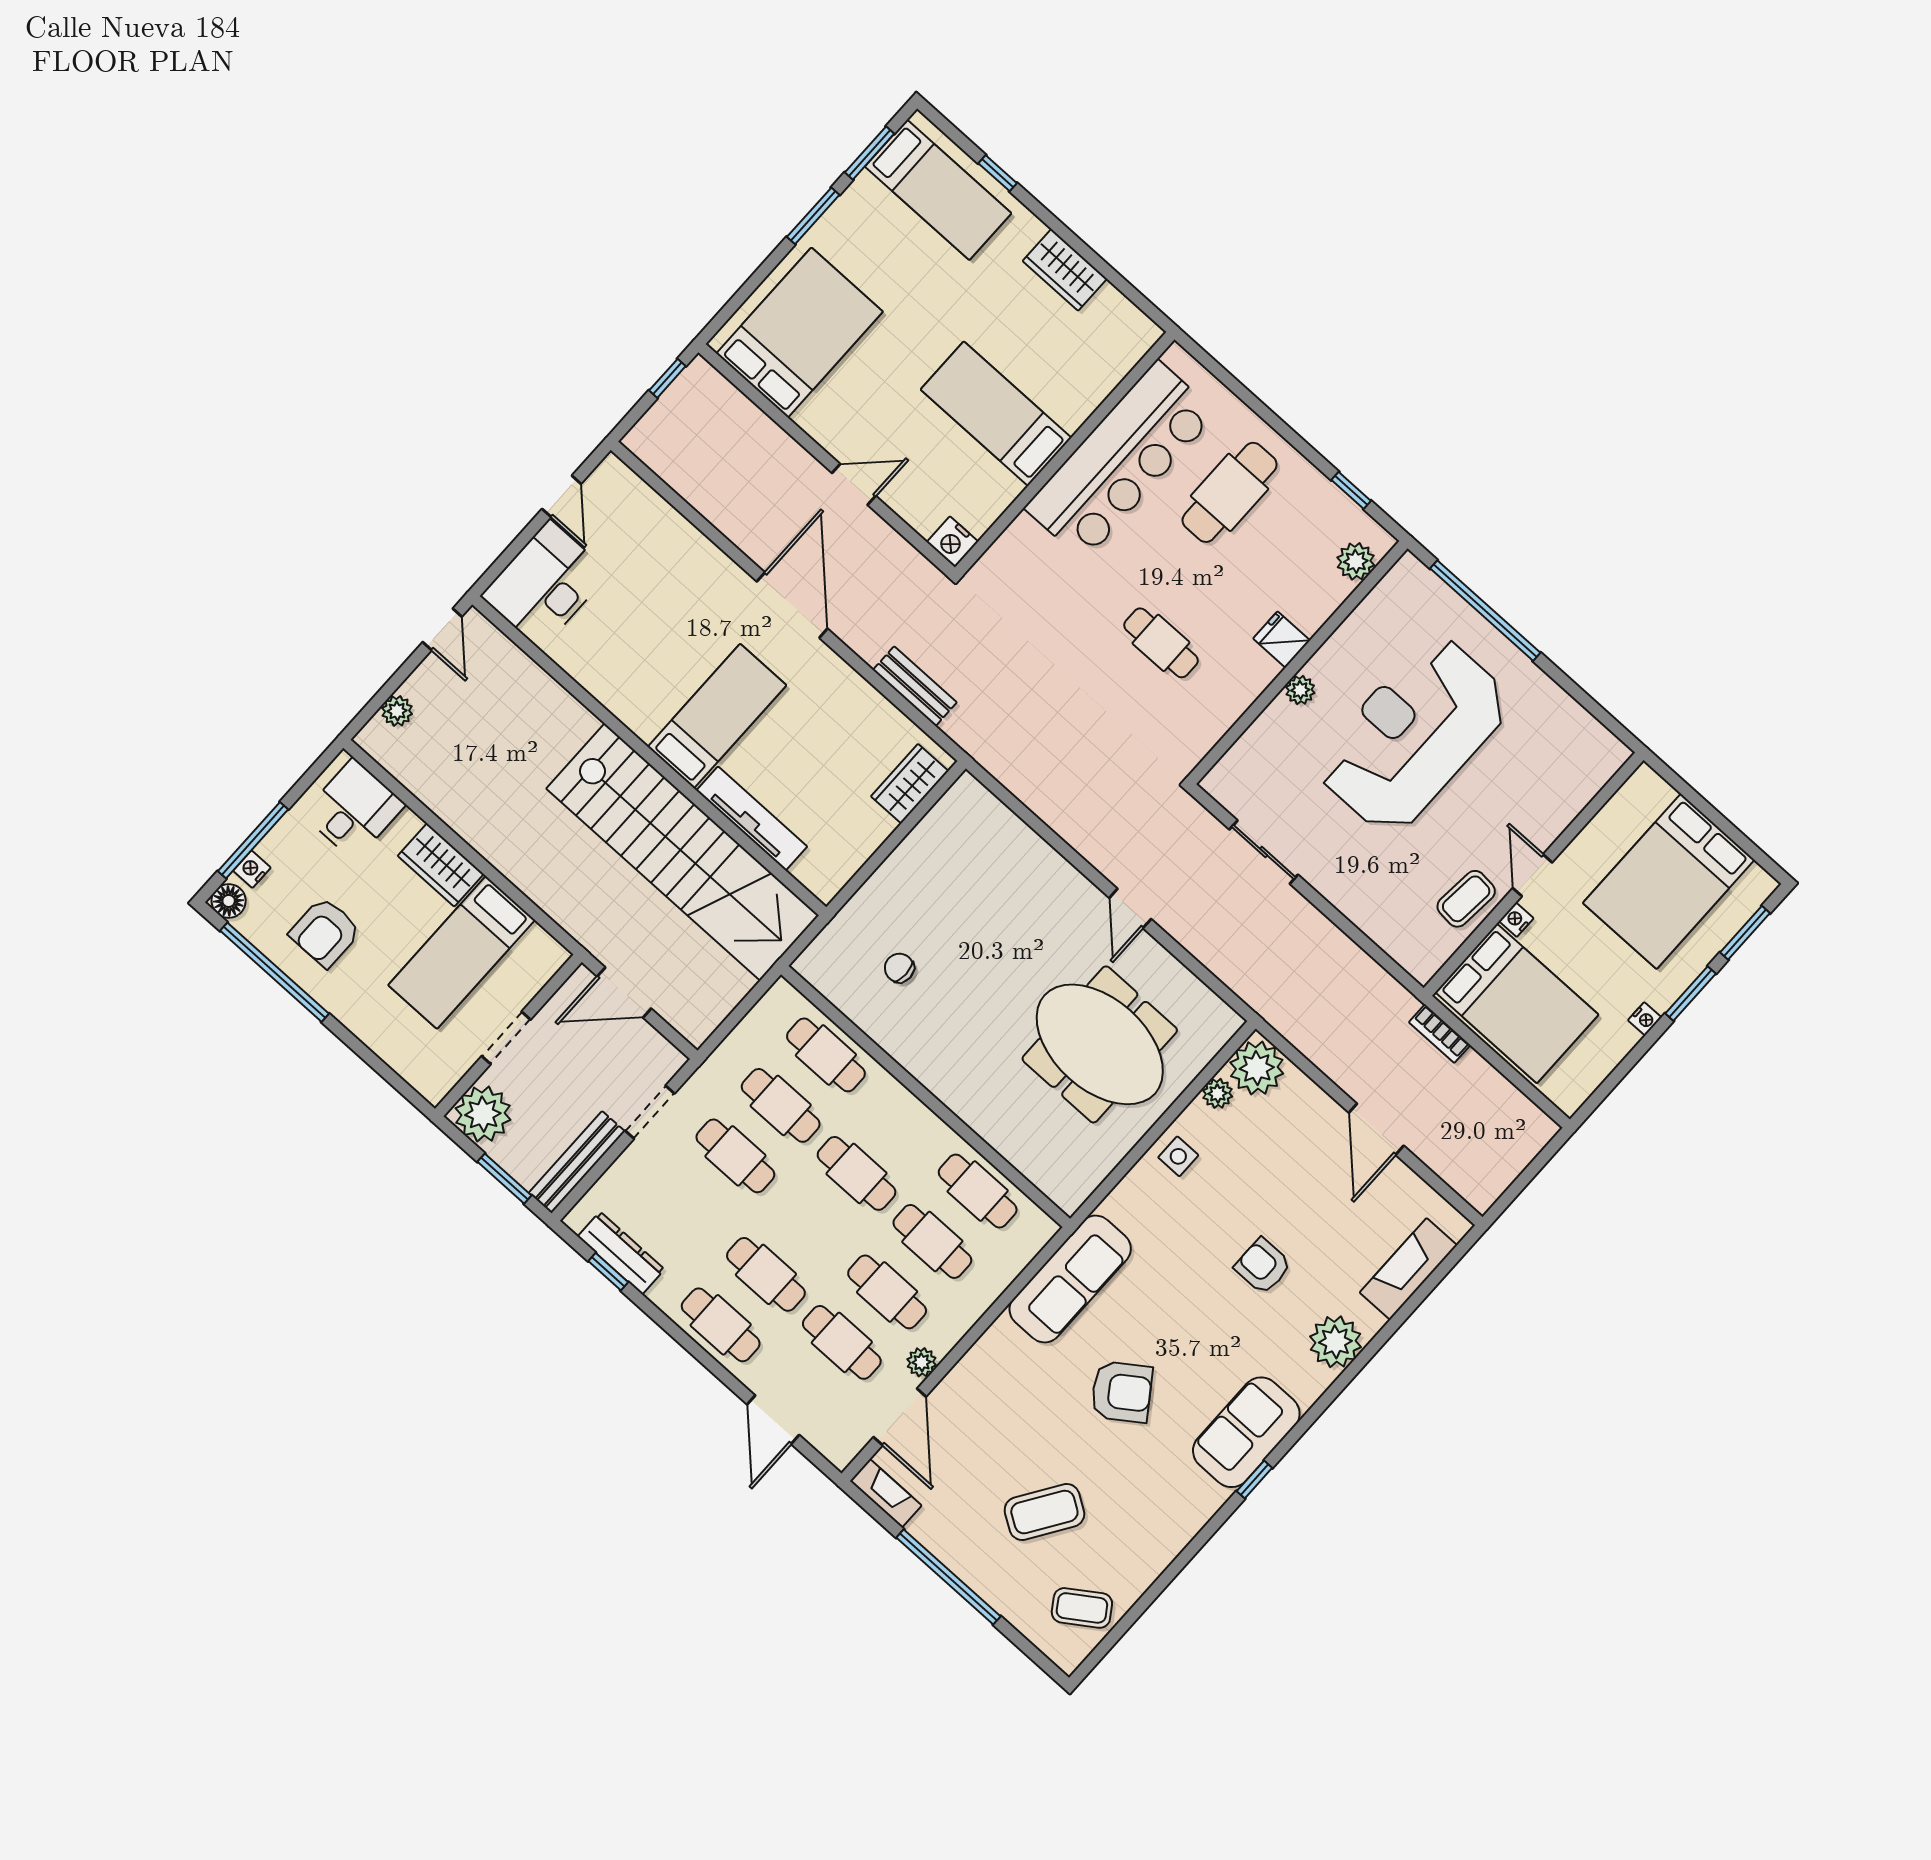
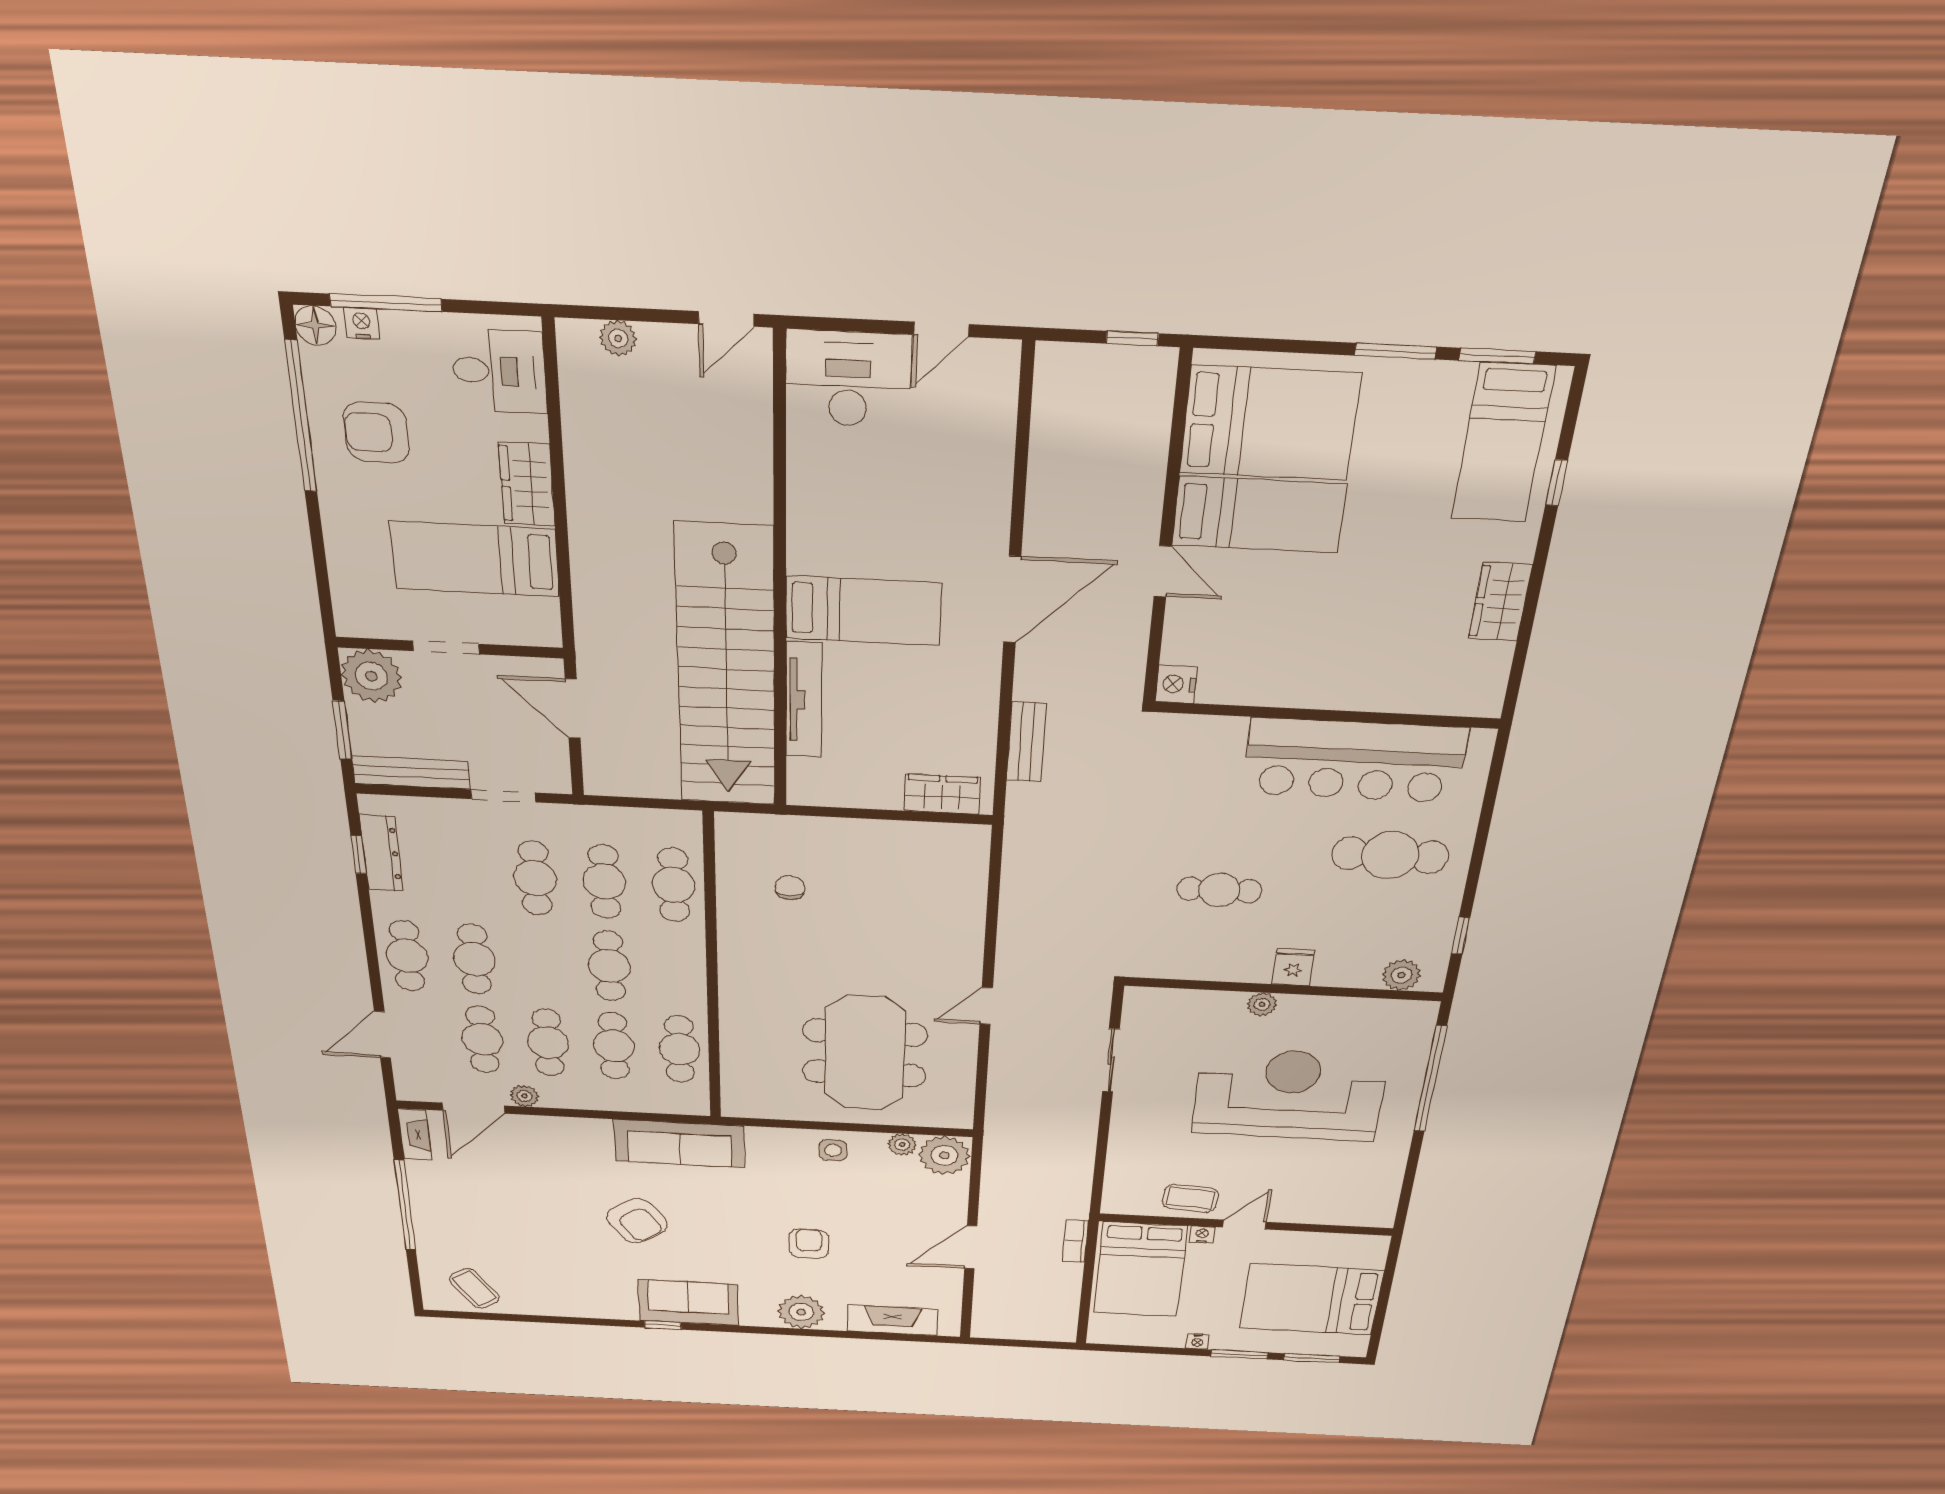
bed: (996, 414) -> (1259, 515), moved, turned 90
cafe table: (1161, 643) -> (1219, 890), turned 90
coffee table: (1044, 1512) -> (510, 1230), removed

